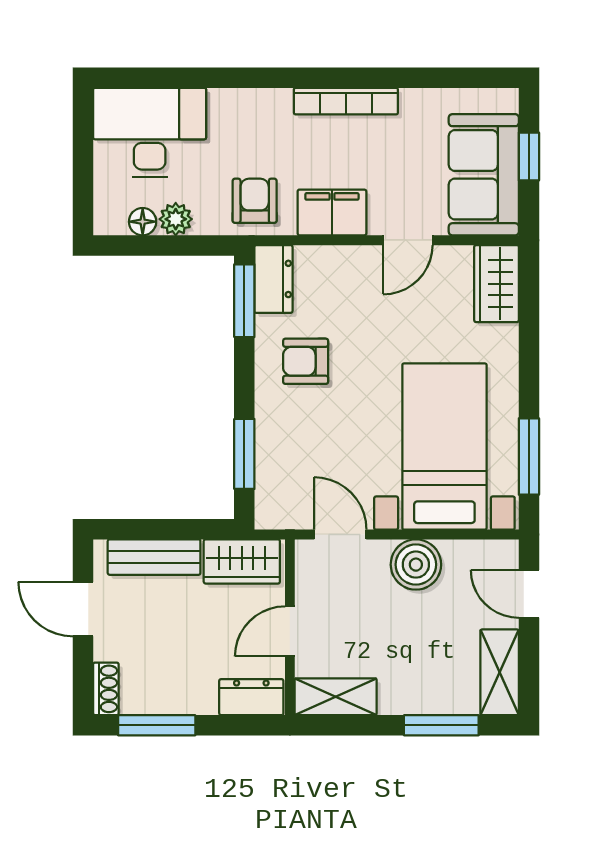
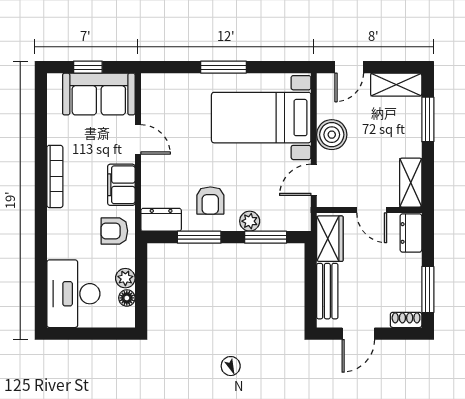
wardrobe: (497, 284) -> (164, 86), removed
window: (244, 301) -> (199, 237), moved
plant: (271, 427) -> (250, 221), added
window: (529, 457) -> (223, 67), moved

